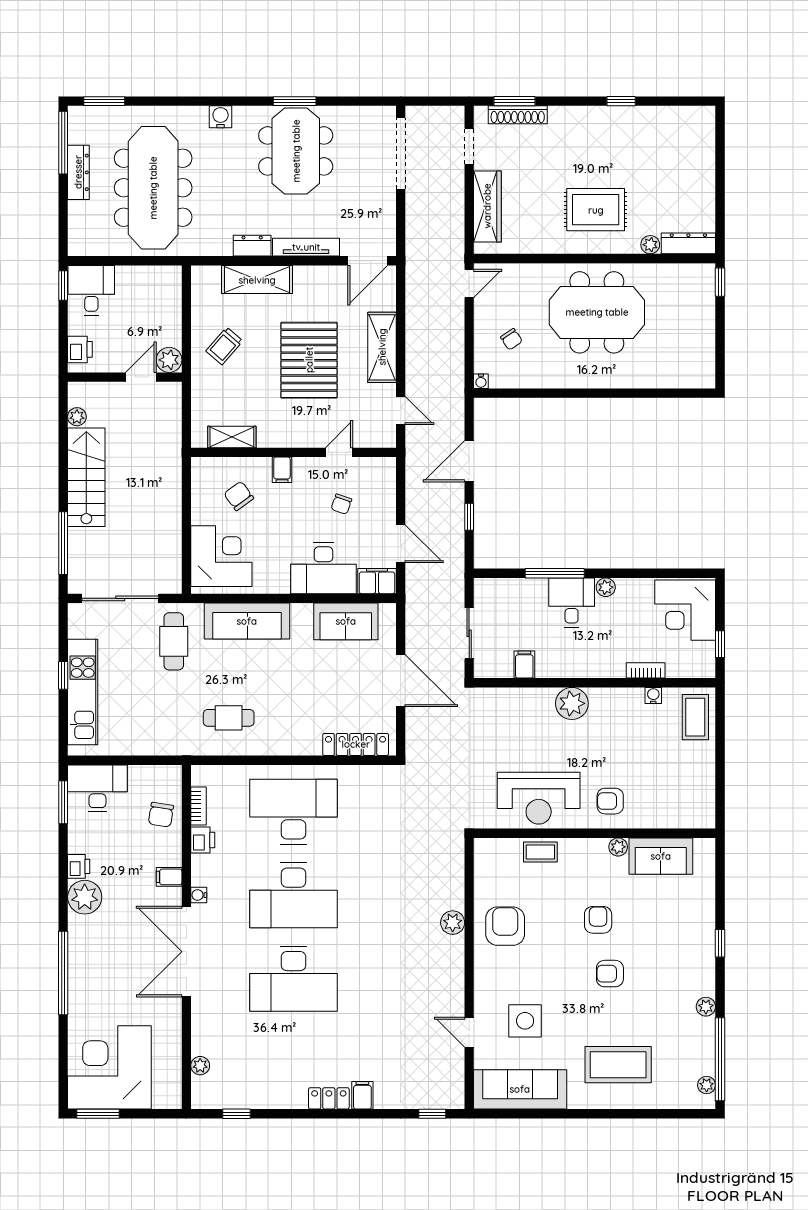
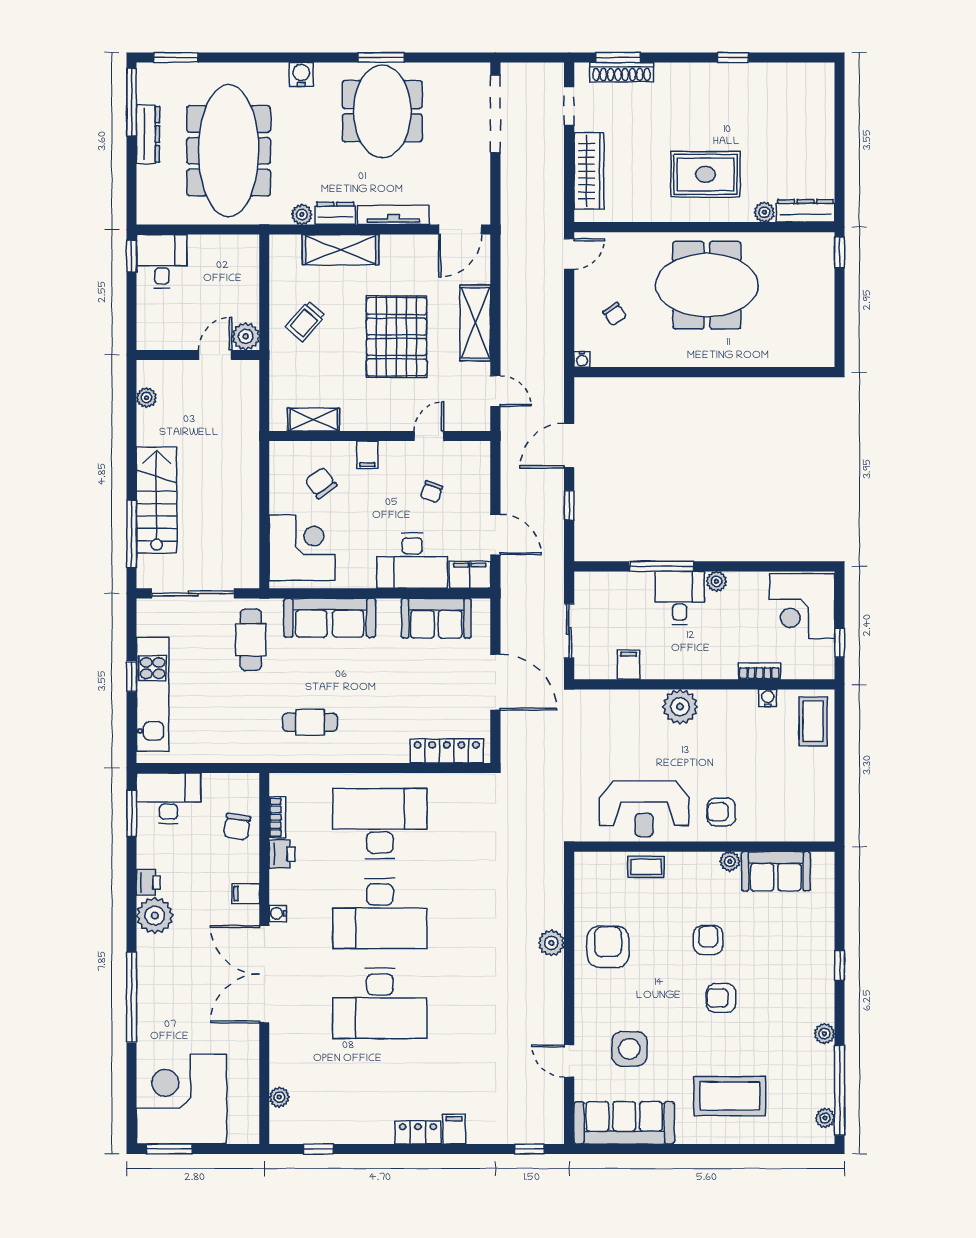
plant: (221, 247) -> (302, 215), added
printer: (80, 349) -> (150, 325), removed
stairs: (86, 477) -> (157, 500), moved

